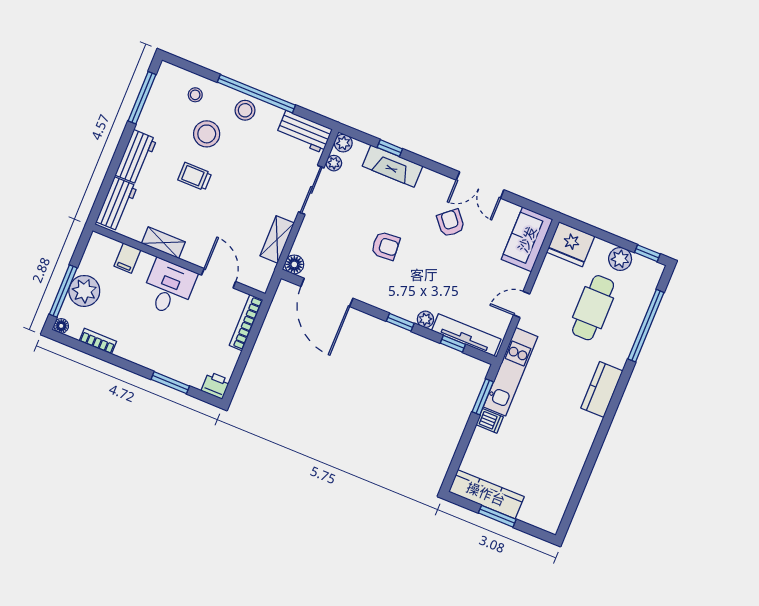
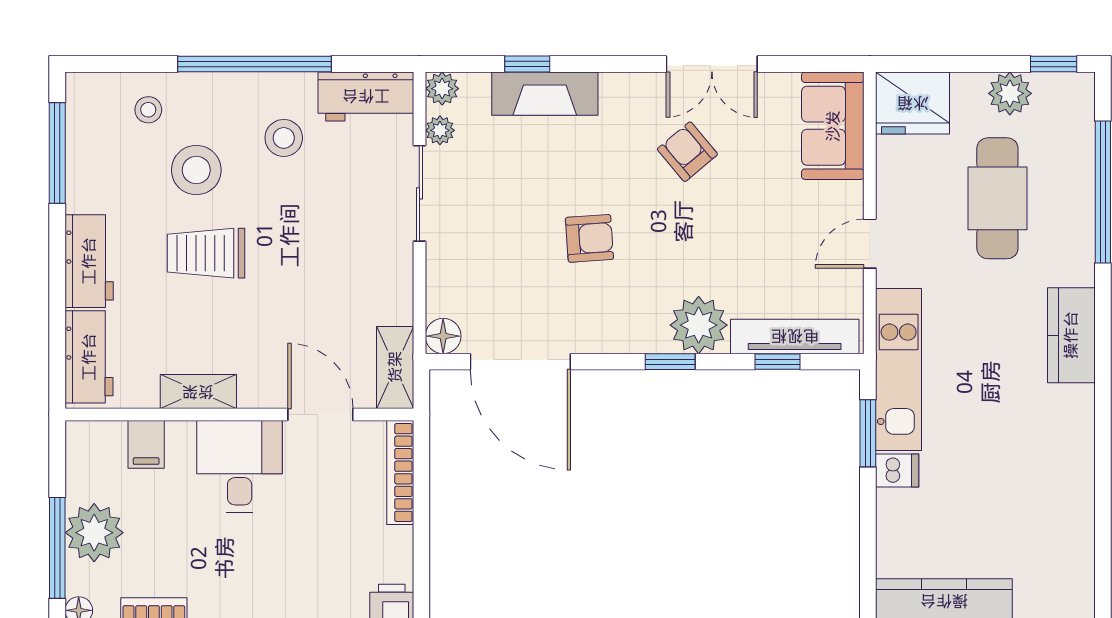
stool: (245, 110) -> (284, 138), moved
trolley: (195, 177) -> (206, 253), width x1.36, depth x1.39
shelving: (277, 239) -> (395, 367), moved
plant: (425, 319) -> (699, 325), width x1.87, depth x1.87

